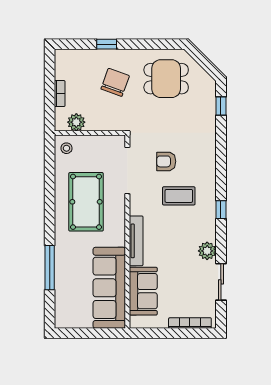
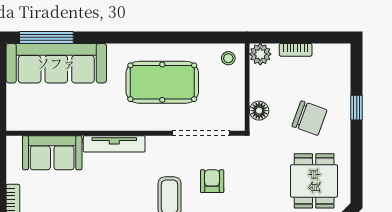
plant: (76, 122) -> (260, 54), moved
floor lamp: (109, 123) -> (259, 111), added
window: (50, 268) -> (46, 37), moved
sofa: (109, 288) -> (56, 63), moved, turned 180

